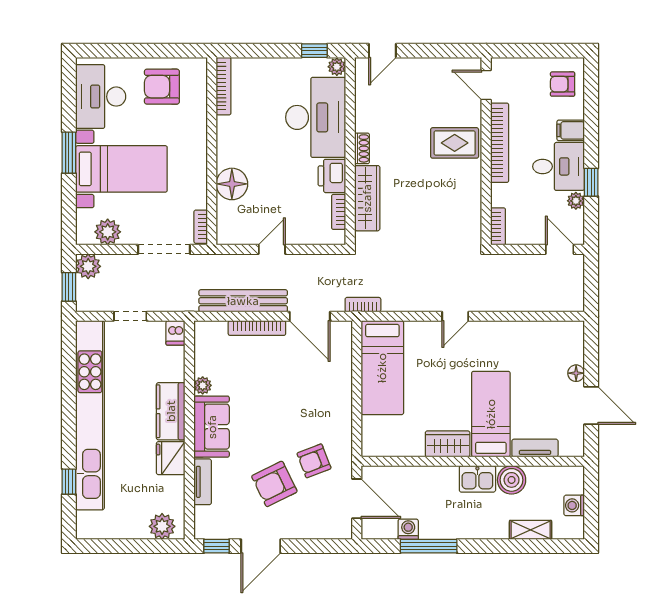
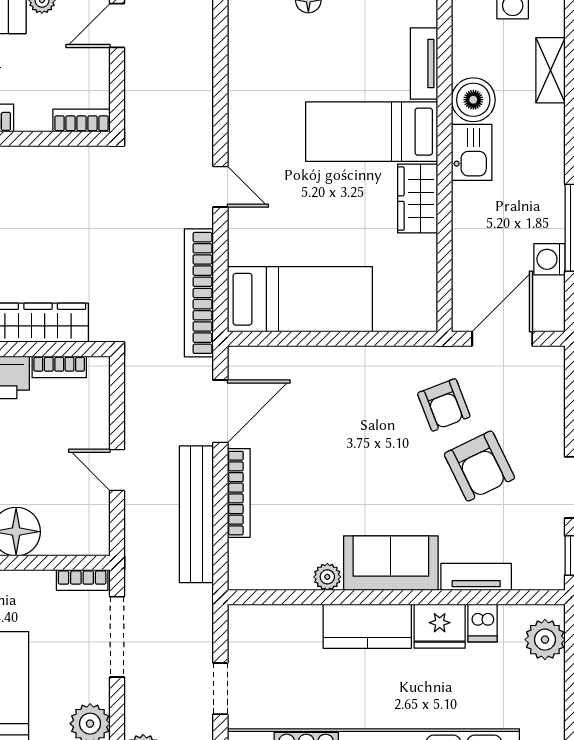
bookcase: (363, 305) -> (199, 293), width x2.31, depth x1.31
dishwasher: (175, 333) -> (483, 623), moved, turned 90

